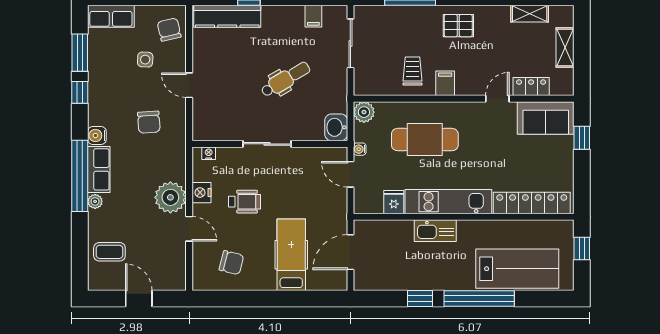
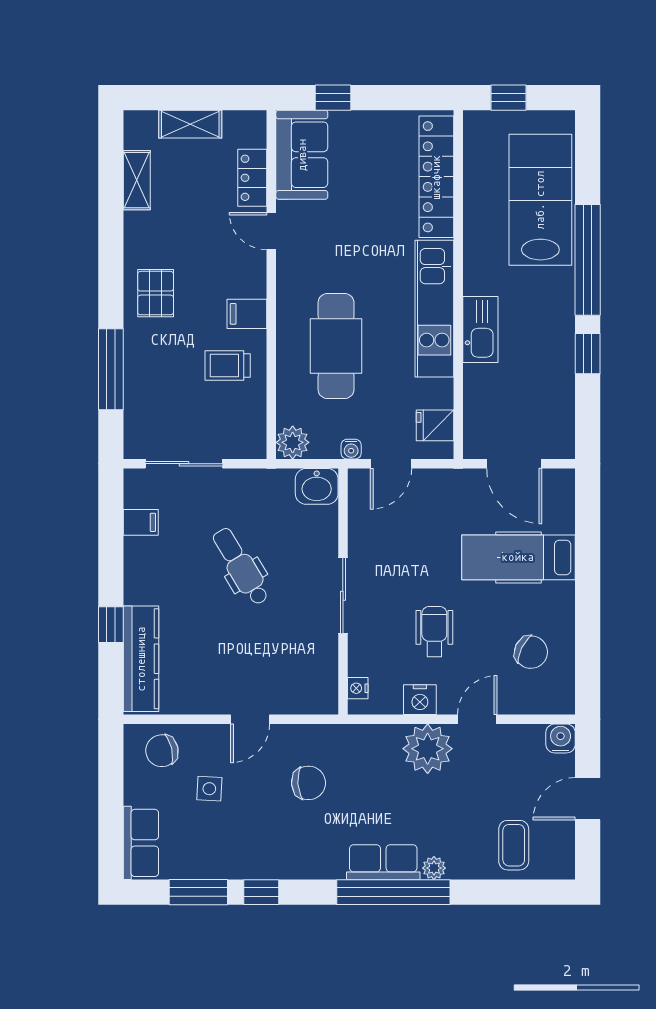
water cooler: (97, 136) -> (561, 738), moved, turned 180
fridge: (394, 202) -> (435, 425), moved
chair: (231, 263) -> (531, 652), turned 102

